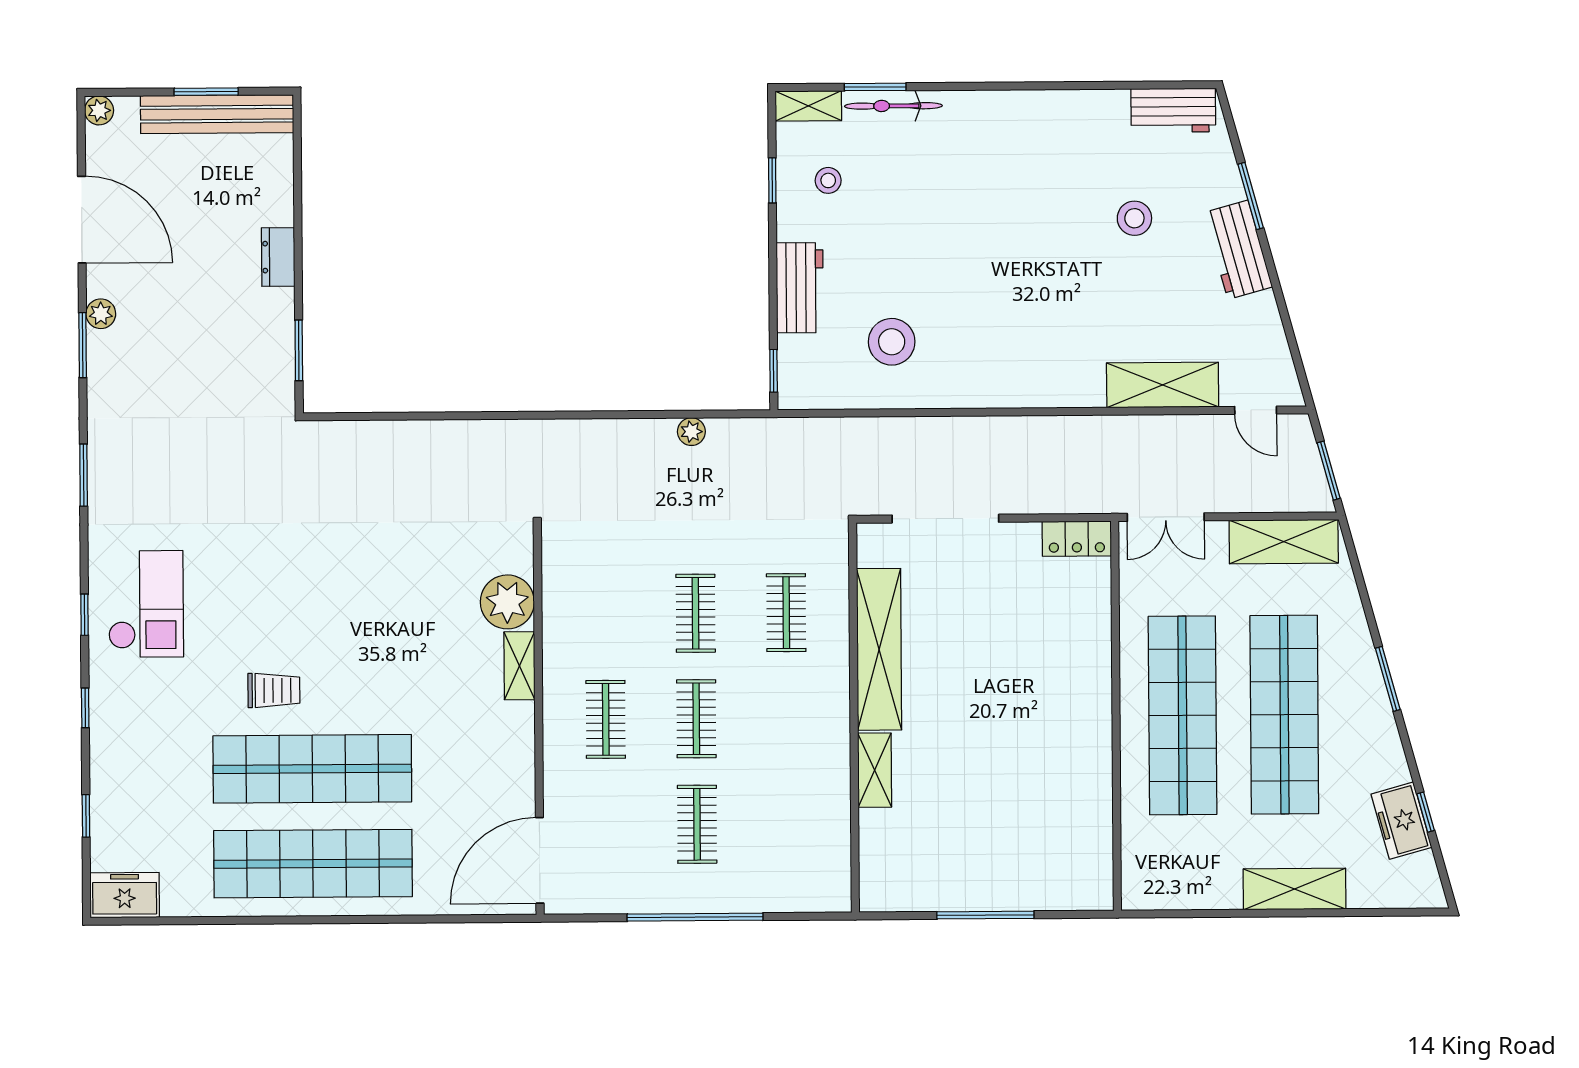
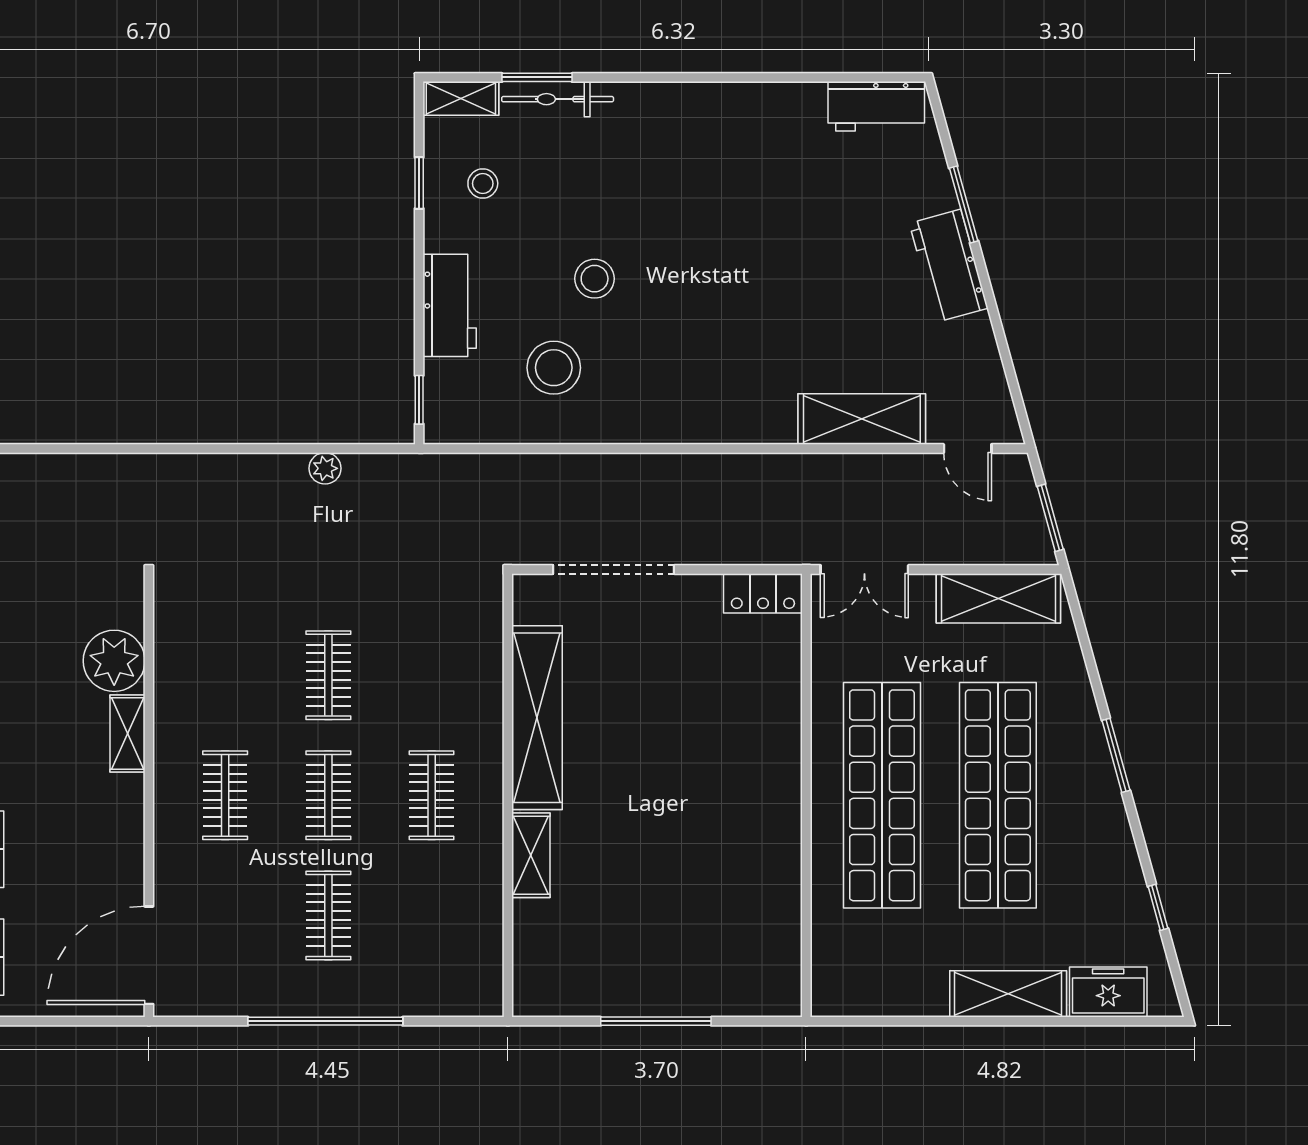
stool: (1134, 218) -> (595, 279), moved
clothes rail: (786, 613) -> (432, 795), moved
freezer: (1401, 821) -> (1108, 992), moved, turned 105

